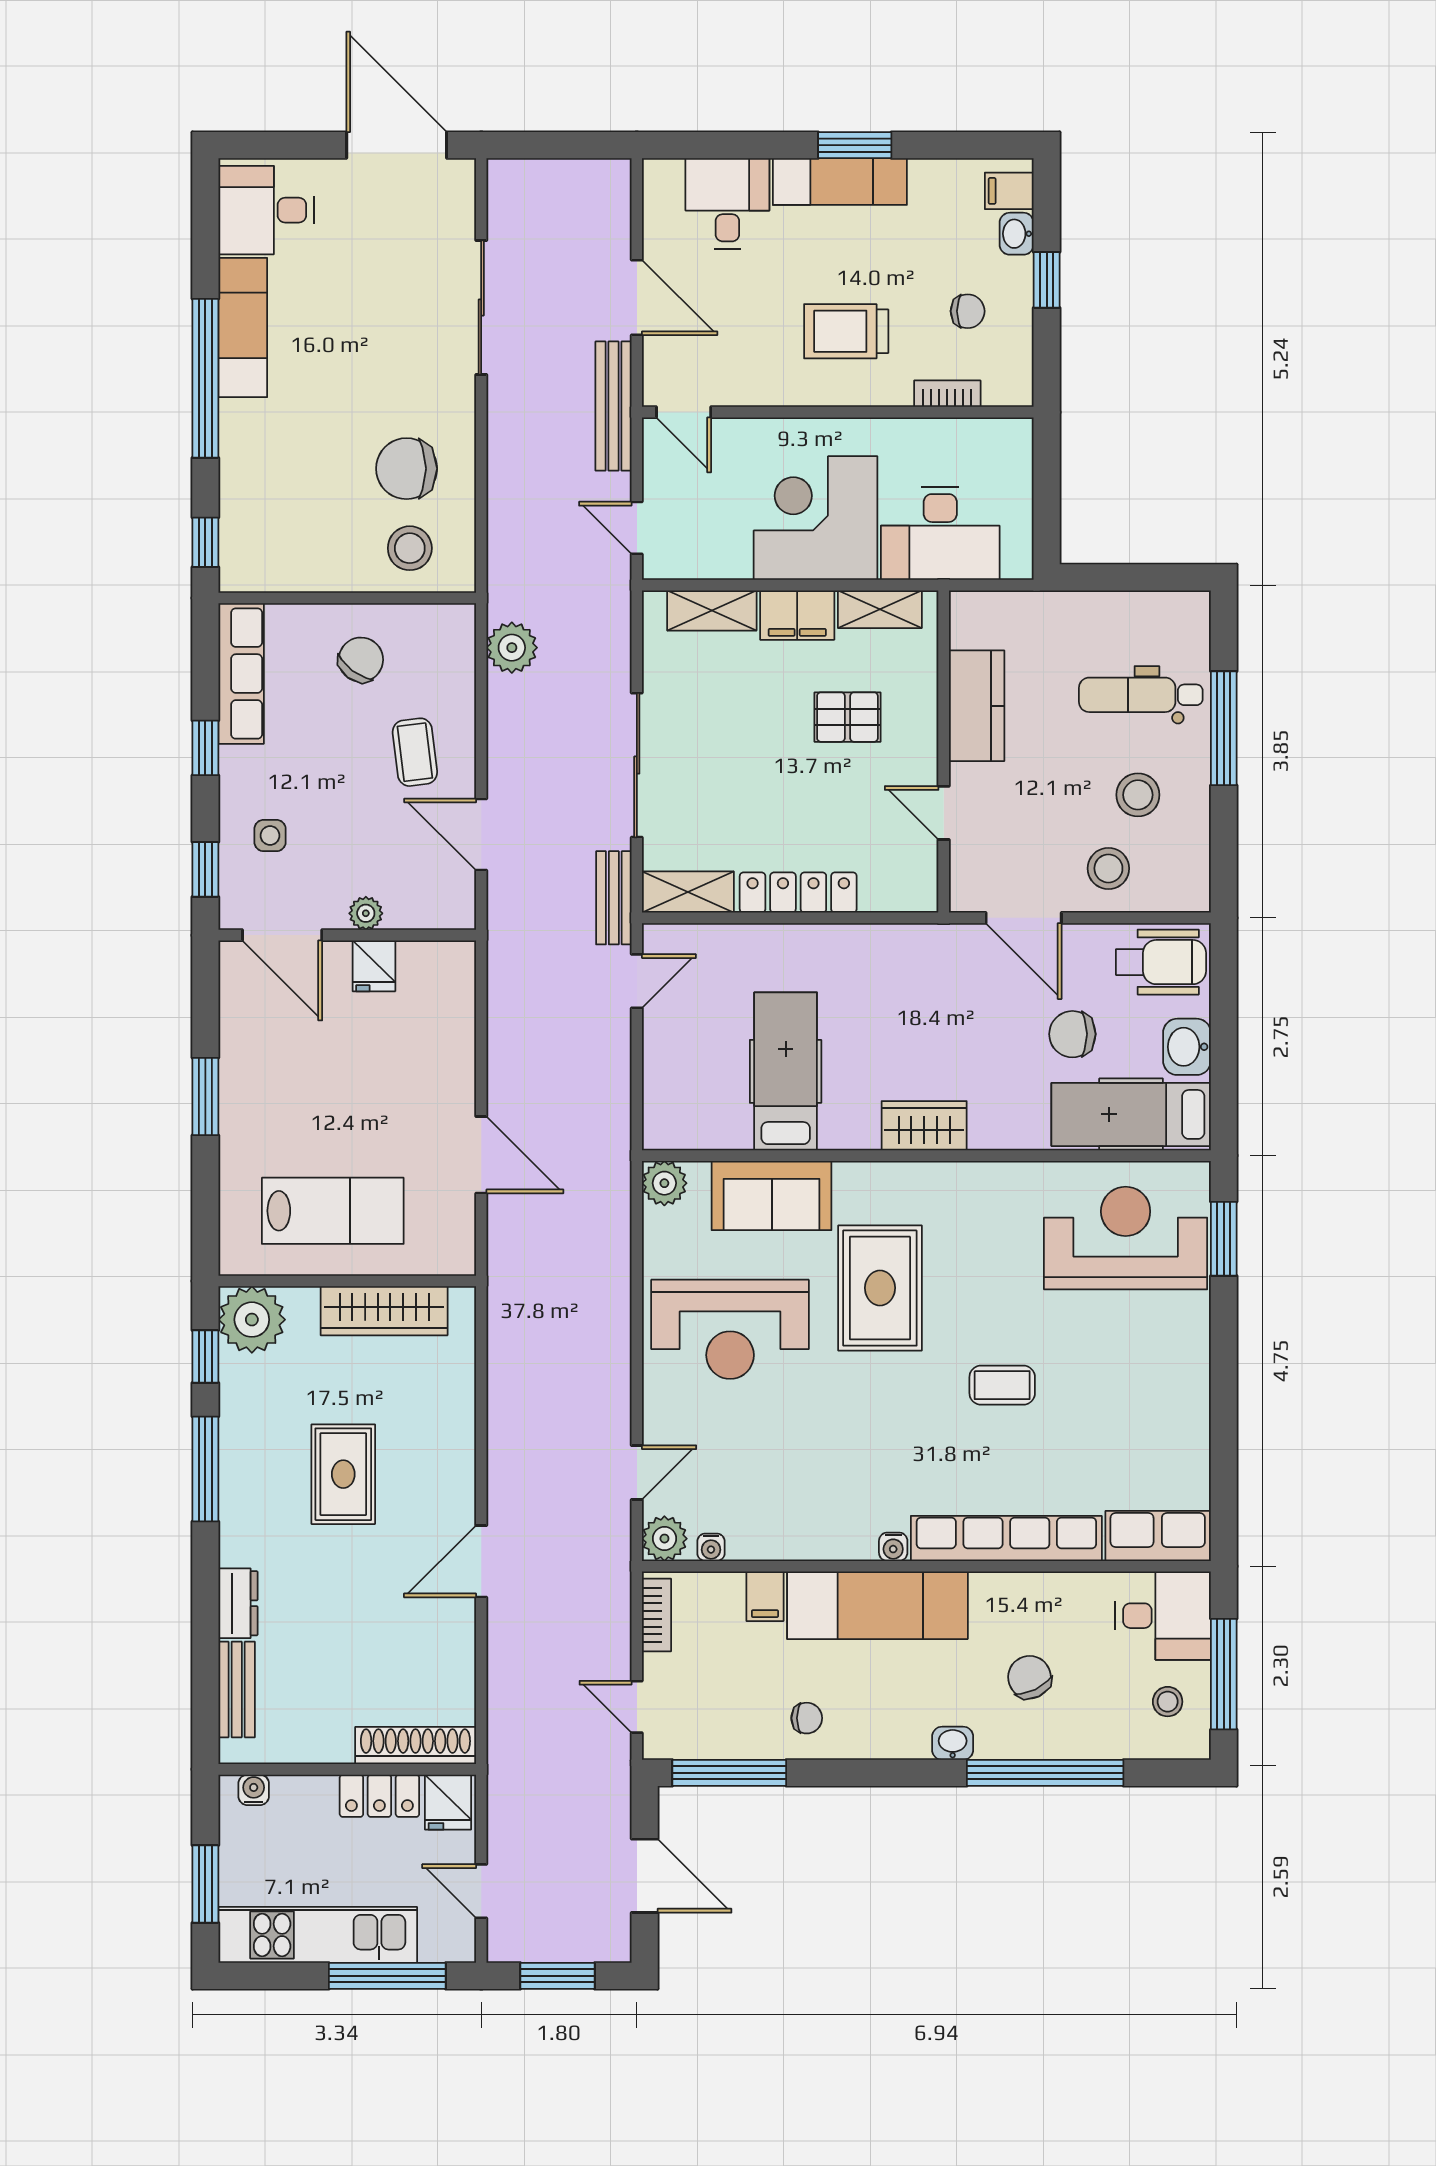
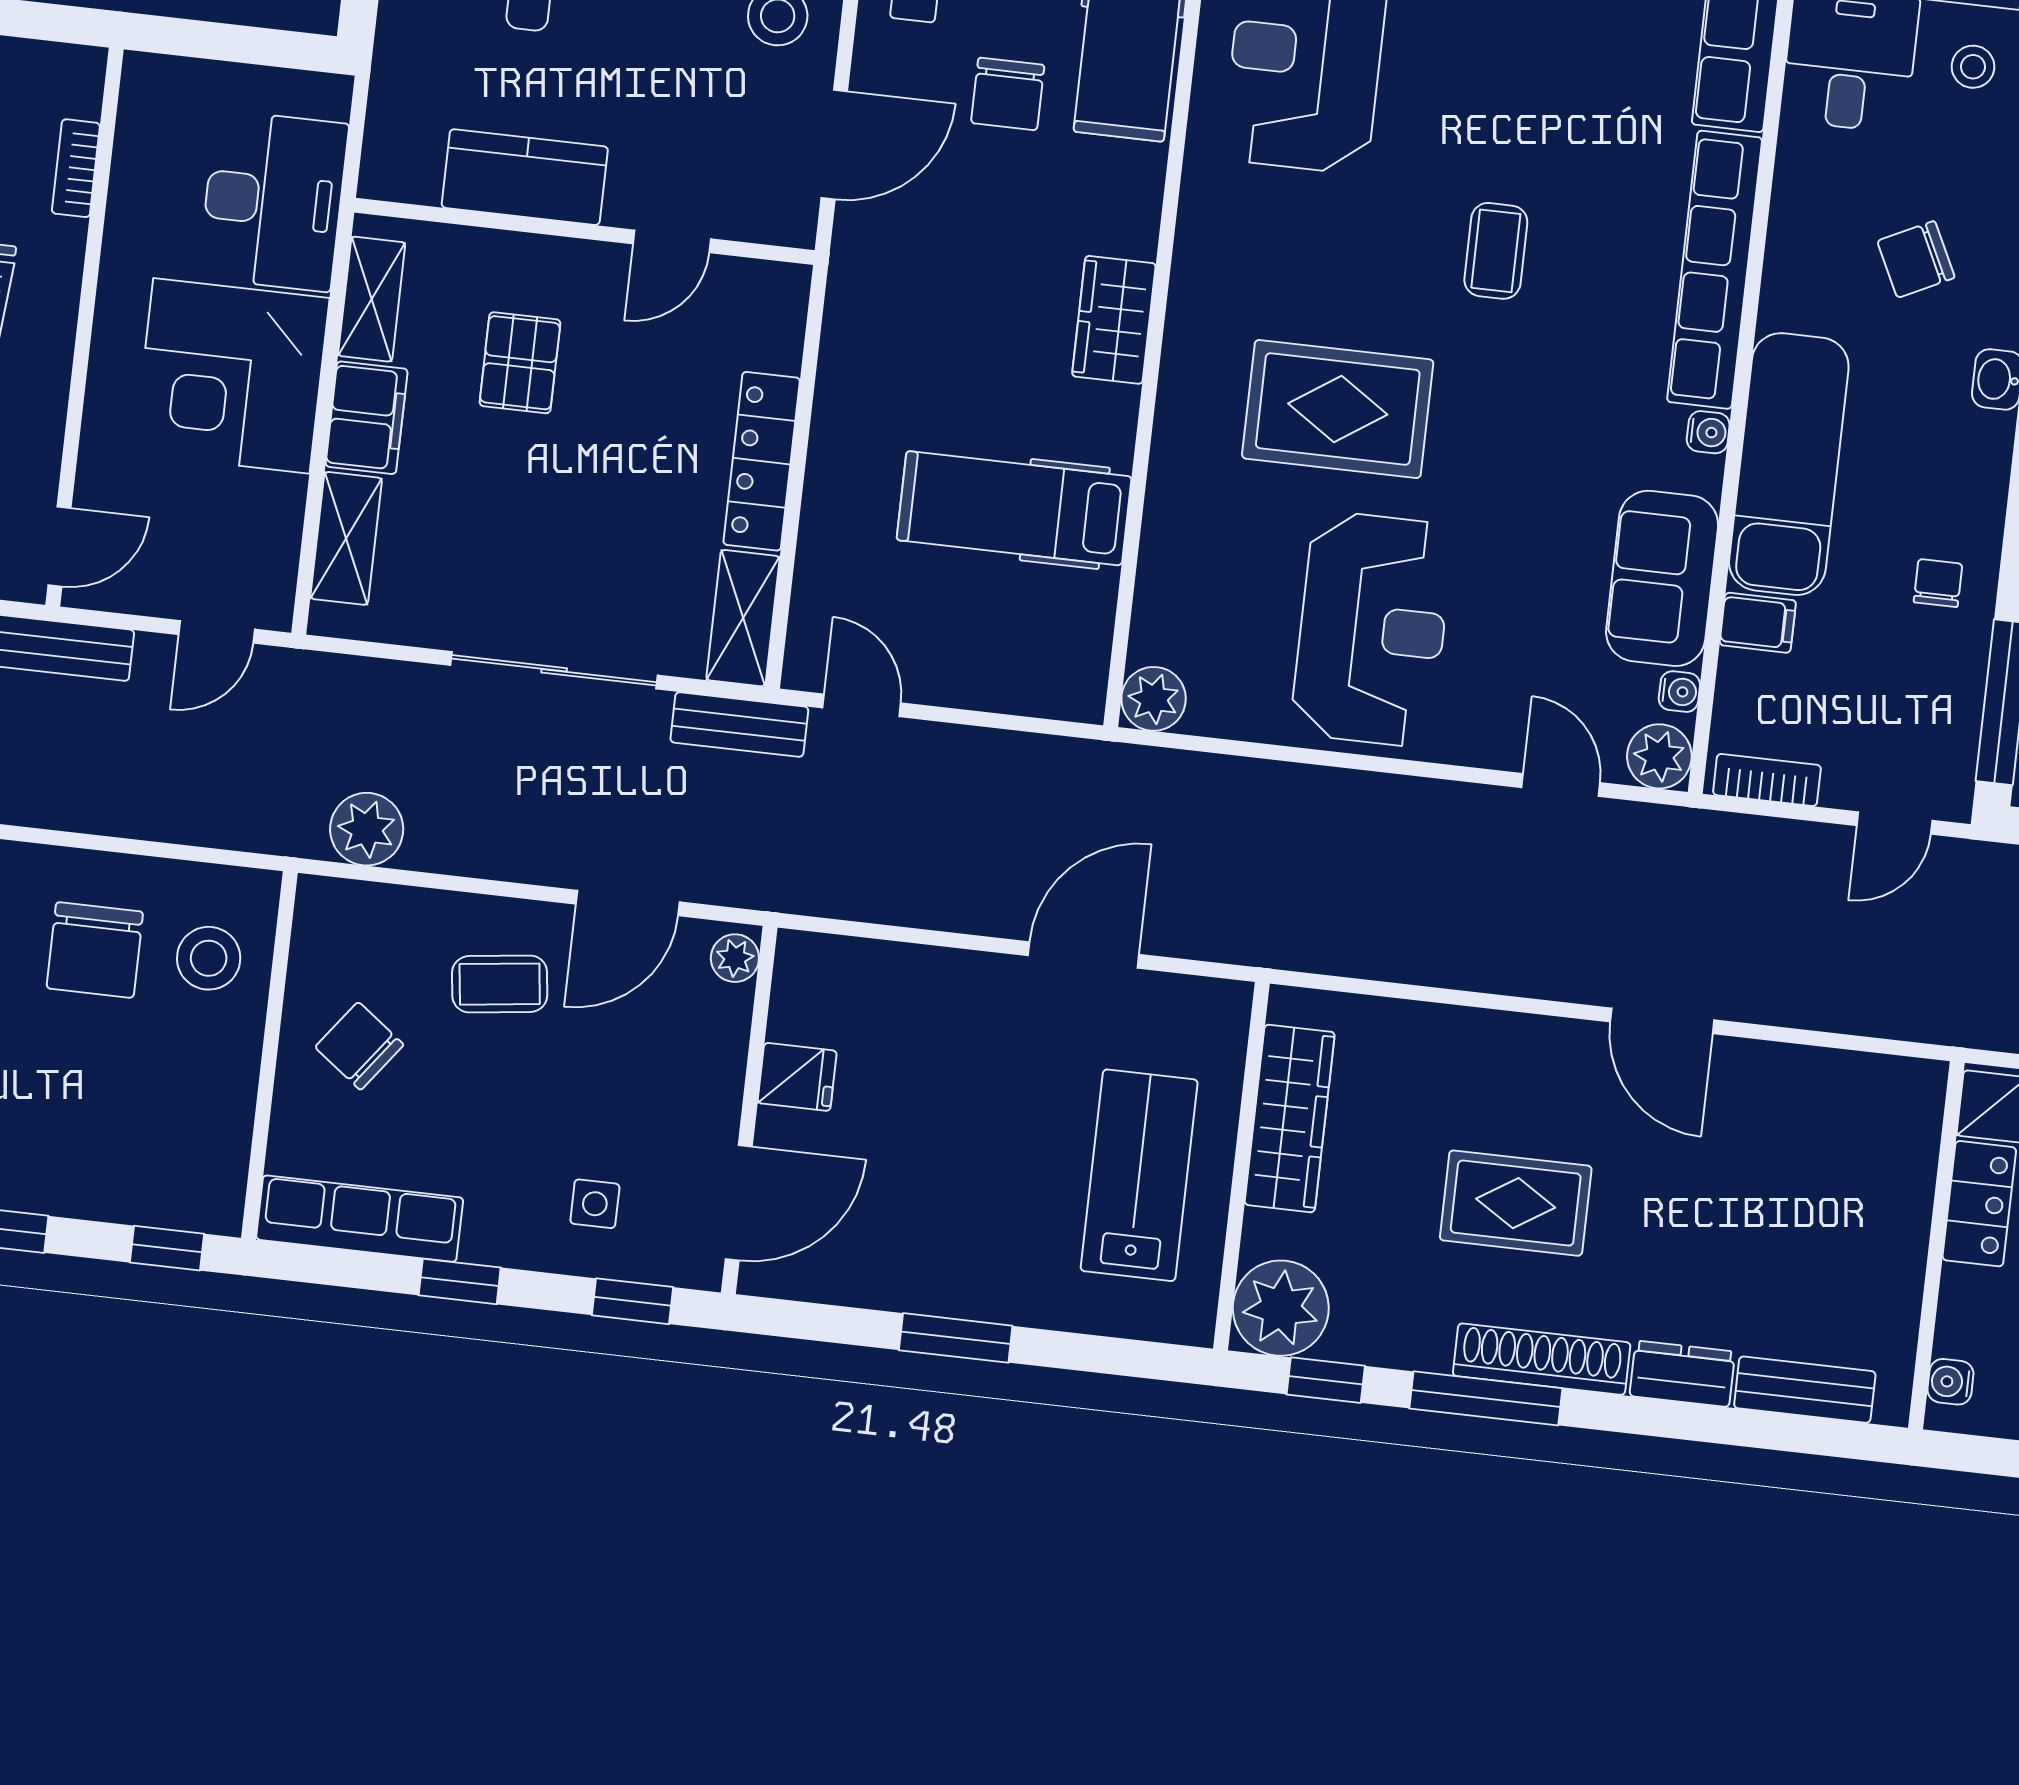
plant: (366, 913) -> (735, 958), moved
sofa: (772, 1195) -> (1662, 578), moved, turned 180
shoe rack: (415, 1746) -> (1542, 1359), moved, turned 90

